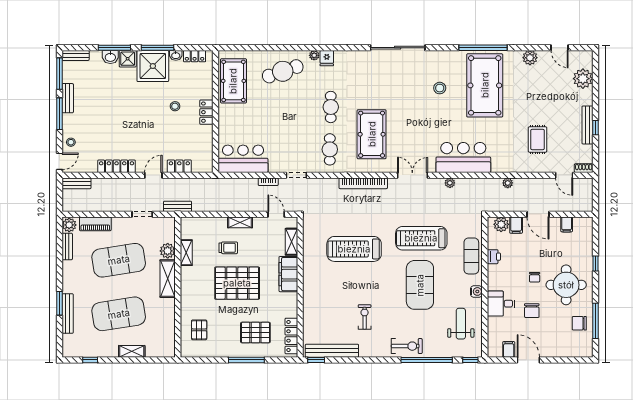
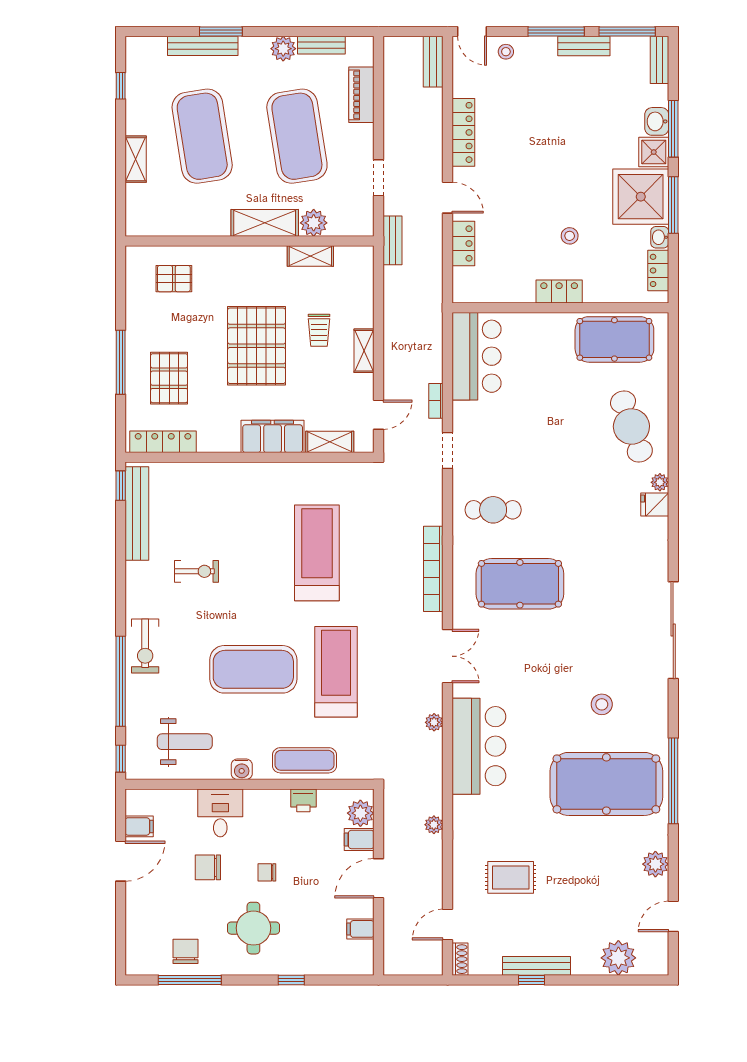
cafe table: (331, 107) -> (568, 512), removed
plant: (69, 225) -> (283, 49), moved
round table: (566, 285) -> (253, 928), width x0.73, depth x0.73

